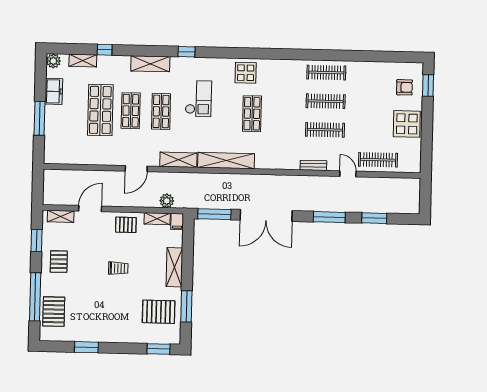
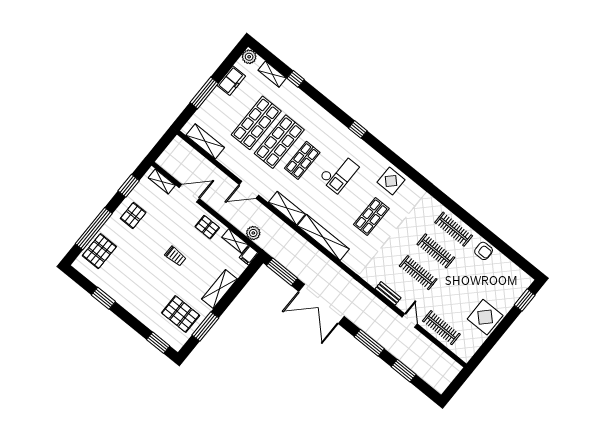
shelving: (150, 64) -> (205, 141), moved
armchair: (404, 87) -> (484, 251), moved
shop shelf: (131, 111) -> (279, 142), width x1.43, depth x1.36

